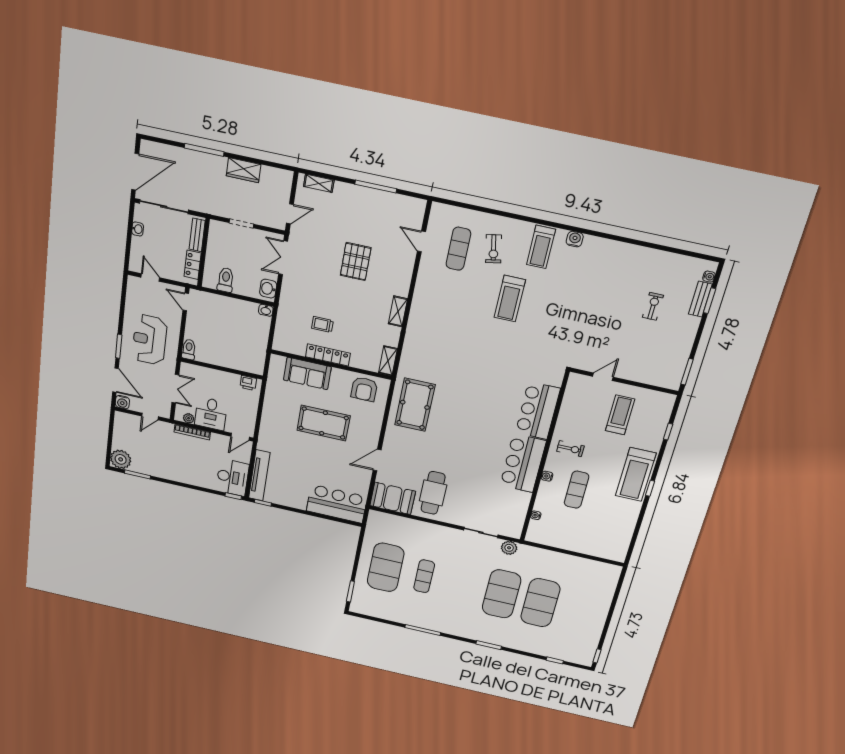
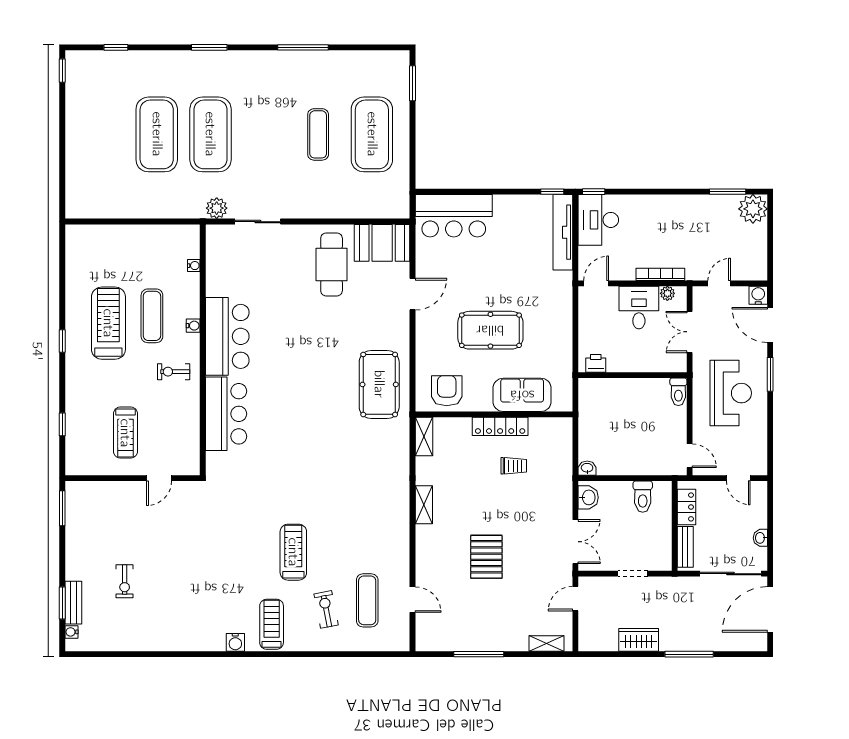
treadmill: (636, 475) -> (108, 323), moved

